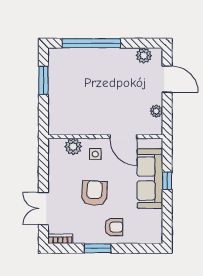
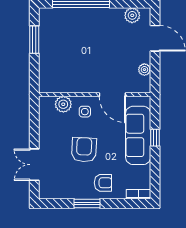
bookcase: (60, 239) -> (139, 194), moved

